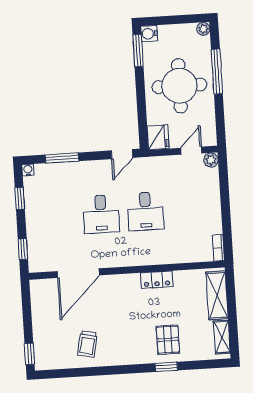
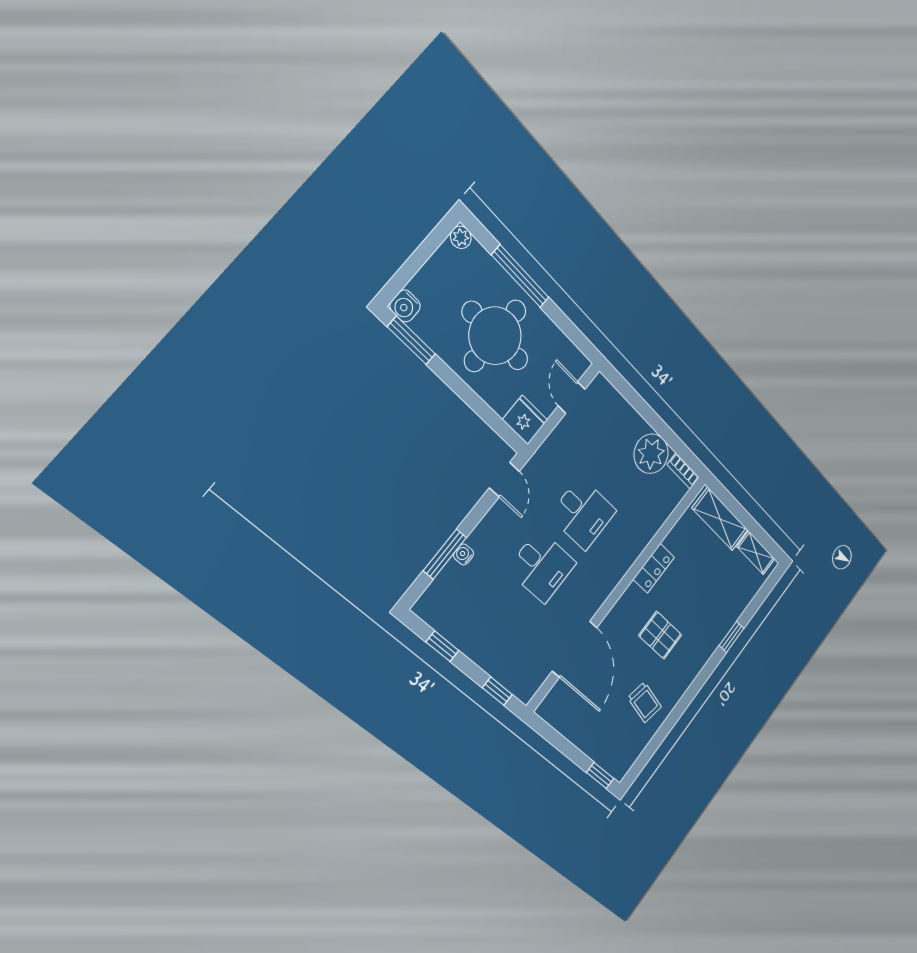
plant: (211, 160) -> (651, 454), moved, width x1.88, depth x1.88
water cooler: (28, 170) -> (464, 554), moved
pallet: (168, 340) -> (660, 635), moved

